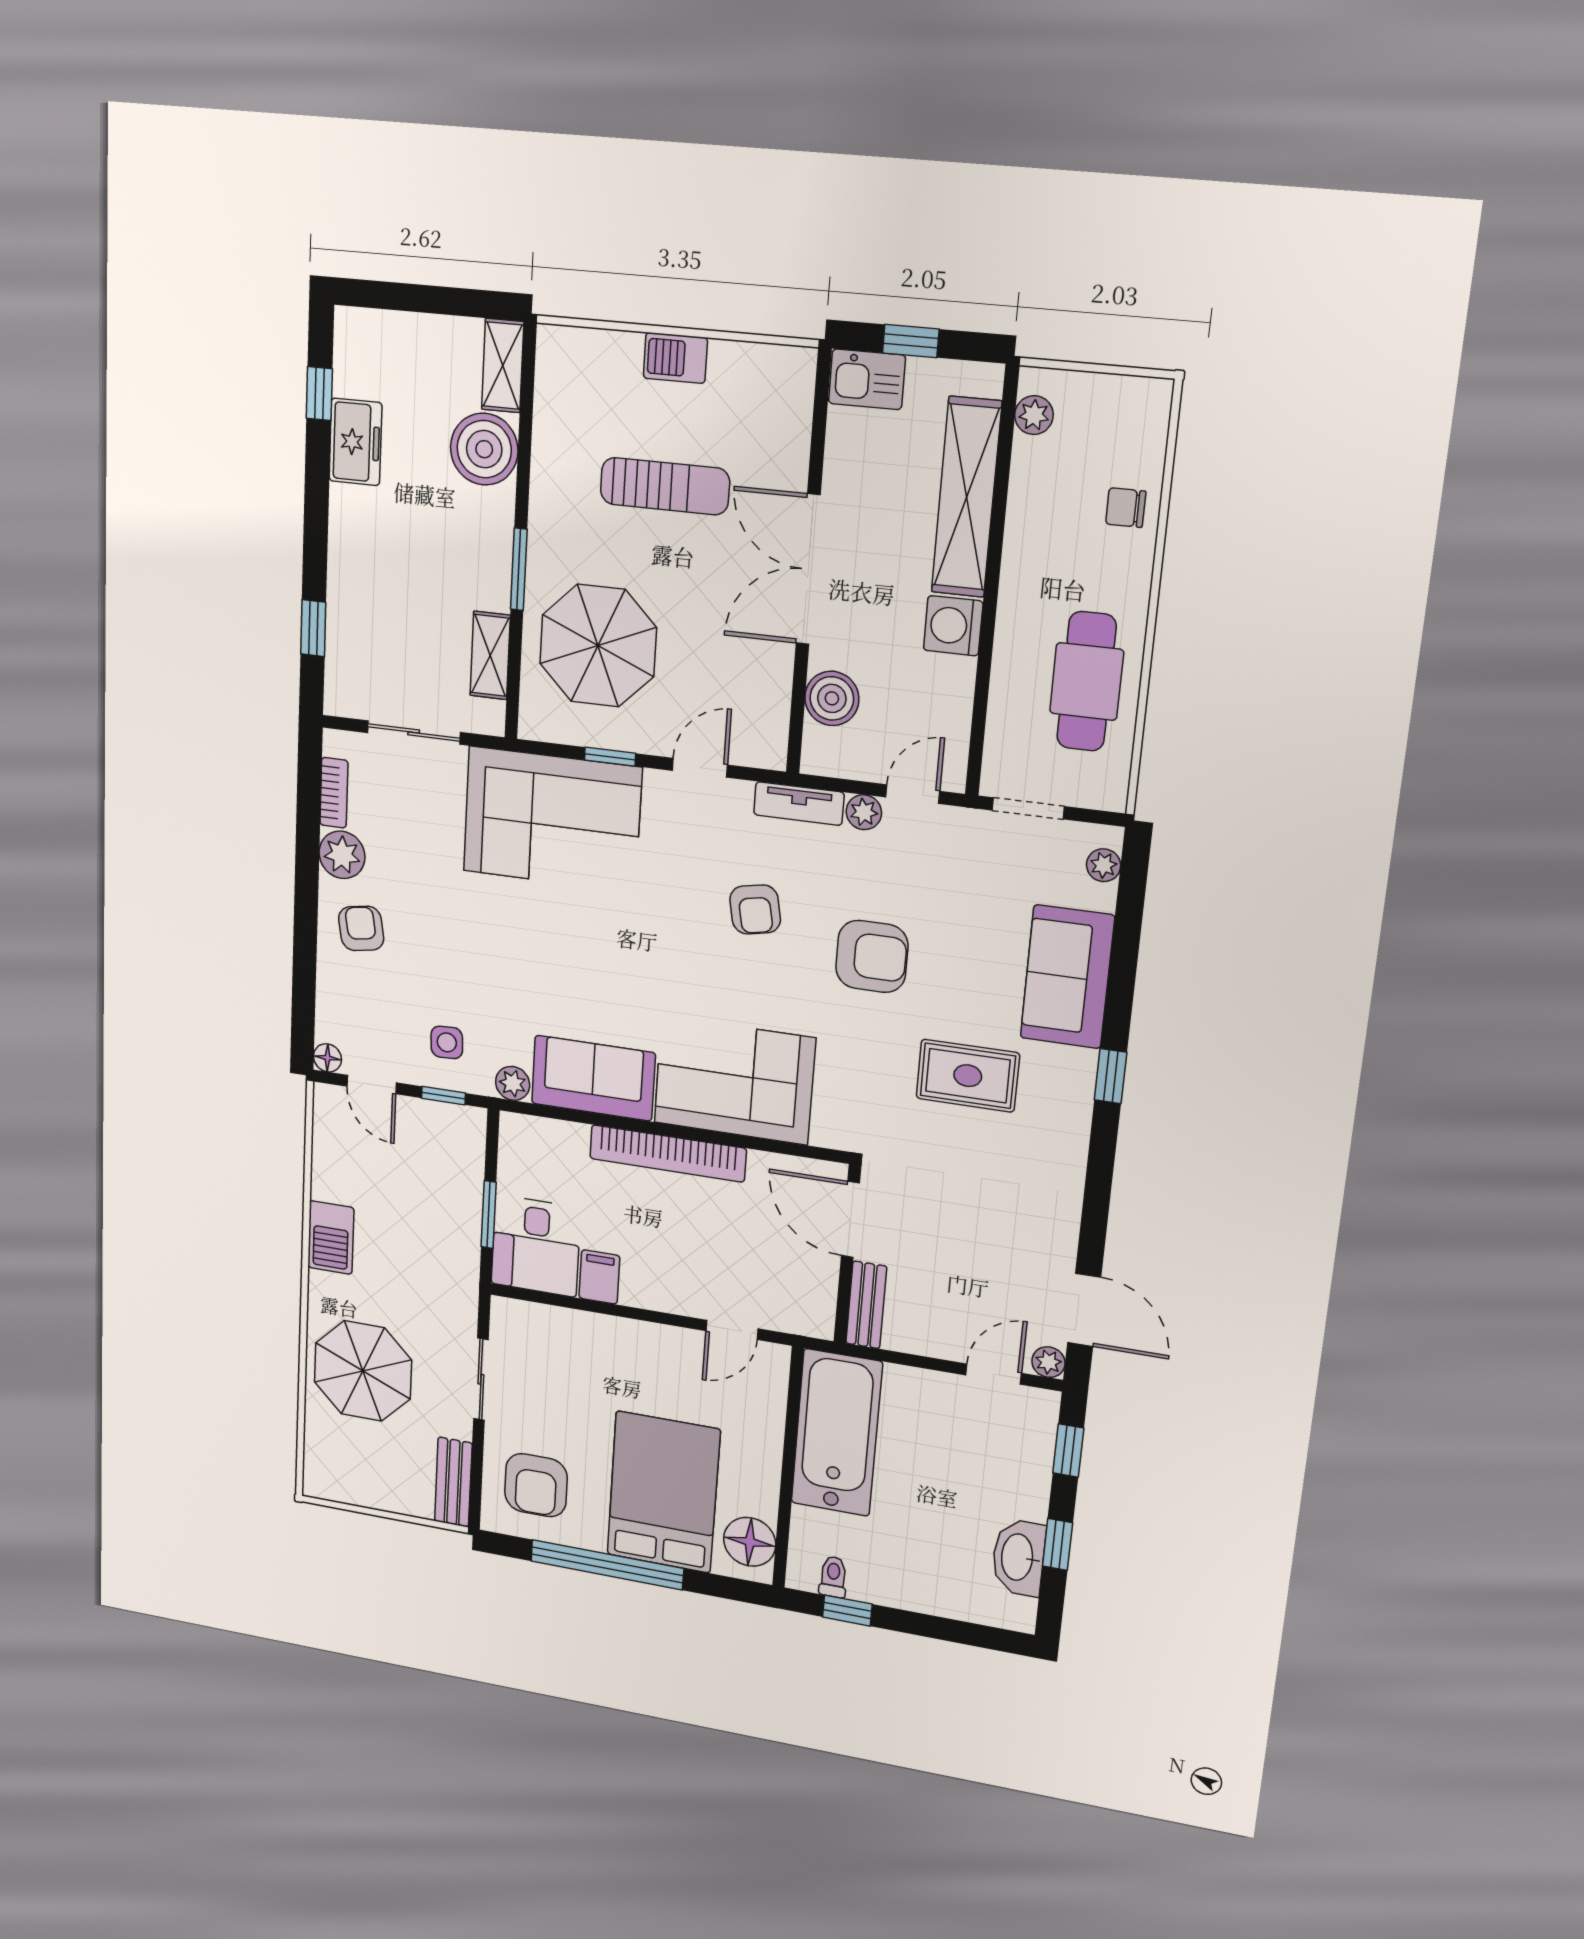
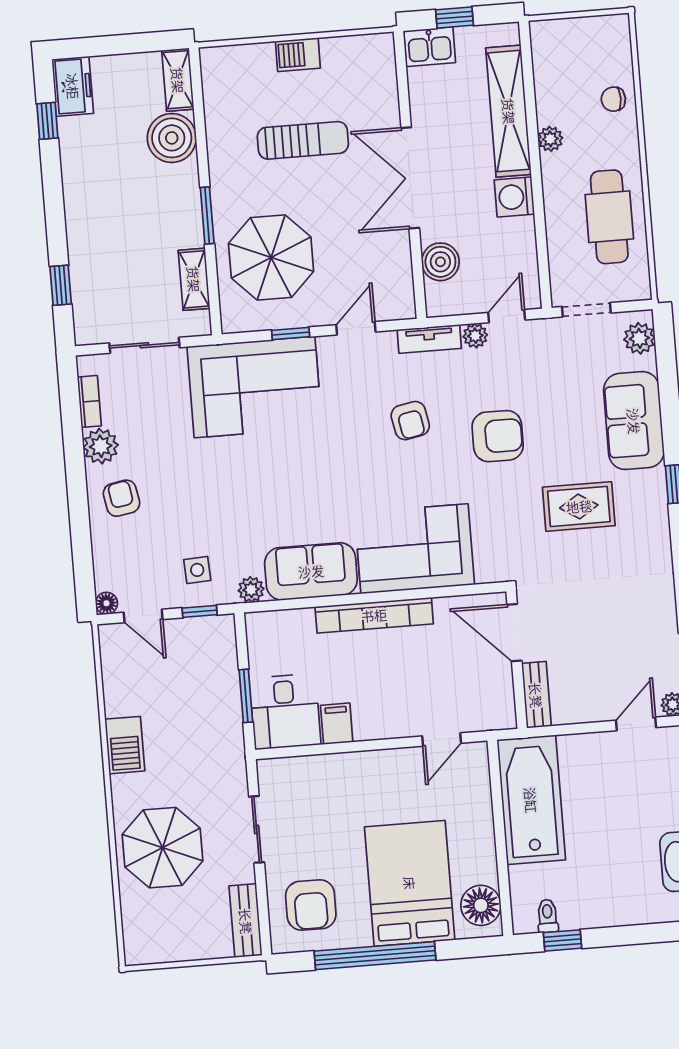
plant: (1034, 415) -> (550, 139), moved
freezer: (355, 442) -> (73, 86), moved
plant: (1104, 865) -> (639, 338), width x1.38, depth x1.38

